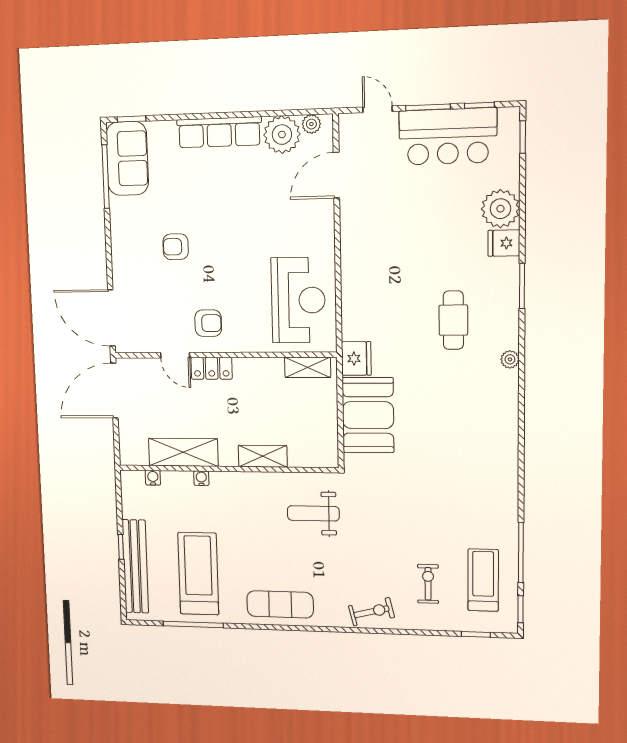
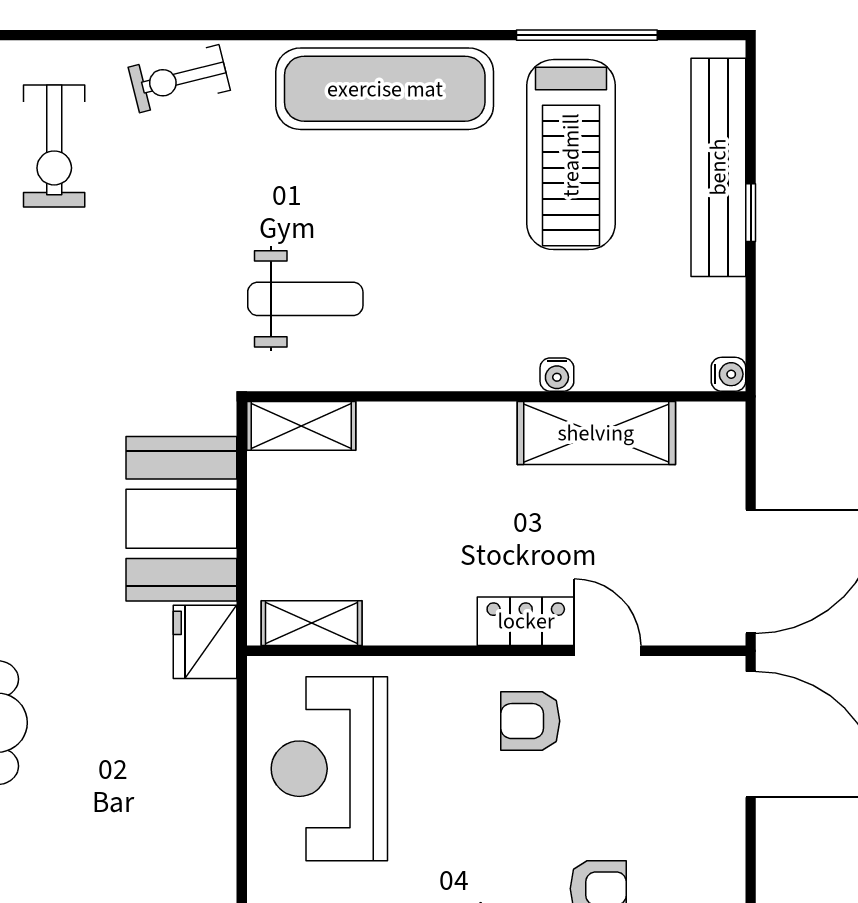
shelving: (263, 456) -> (301, 426), moved
water cooler: (153, 478) -> (728, 374), moved, turned -90
exercise bike: (428, 584) -> (54, 146), width x1.38, depth x1.39
exercise mat: (280, 604) -> (385, 89), width x1.36, depth x1.45

